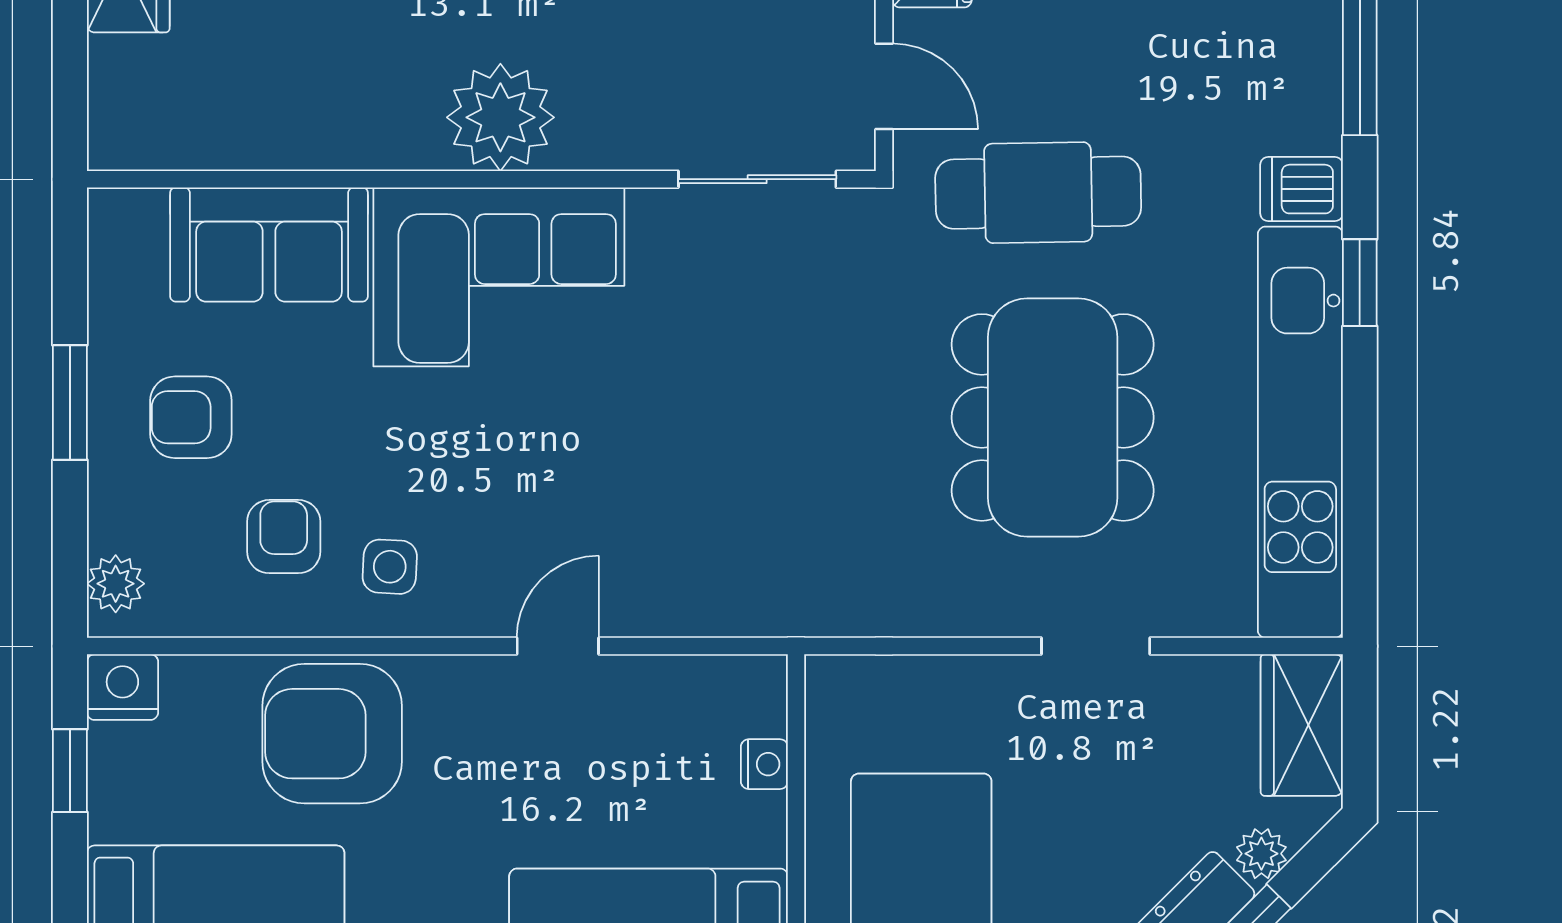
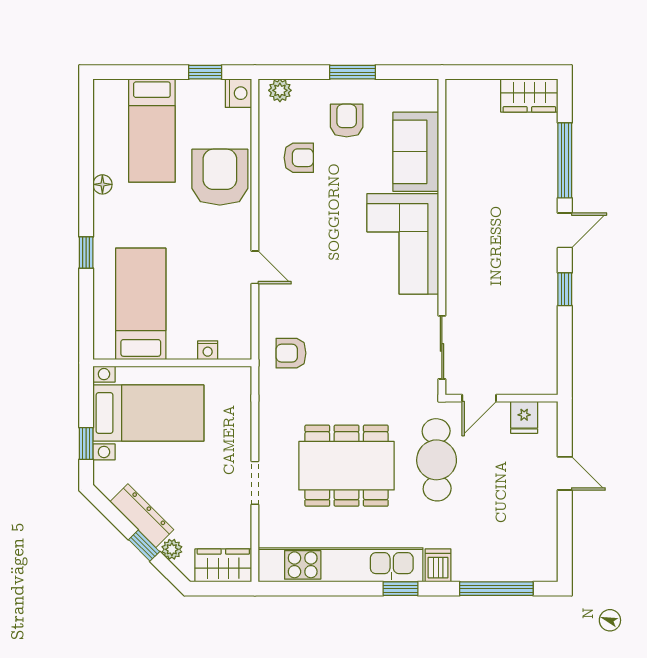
plant: (500, 117) -> (467, 245), removed
armchair: (772, 556) -> (291, 353), added
side table: (390, 567) -> (287, 200), removed

